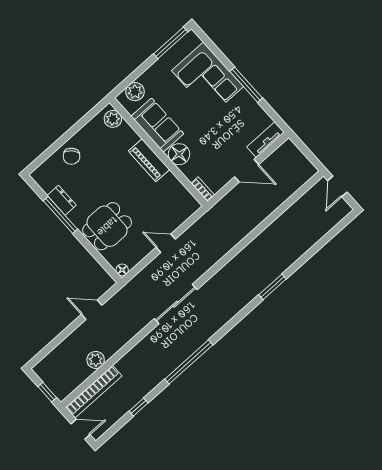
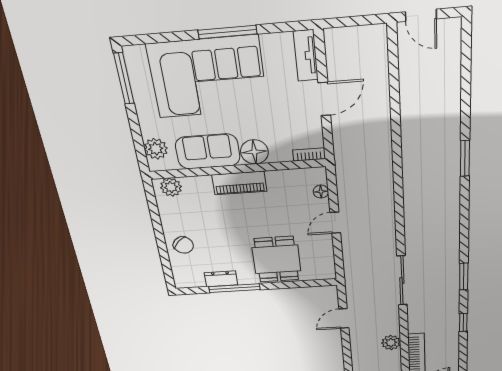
corner sofa: (207, 79) -> (208, 77), width x1.36, depth x1.36
floor lamp: (122, 270) -> (321, 192), moved
sliding door: (176, 304) -> (402, 281), moved
window: (189, 362) -> (464, 277), width x0.47
window: (138, 407) -> (463, 322), moved

